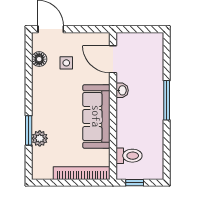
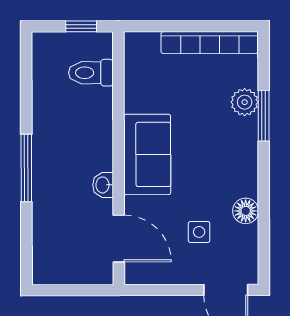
floor lamp: (39, 59) -> (246, 211), moved
sofa: (96, 116) -> (147, 154), width x0.73
bookcase: (82, 173) -> (210, 42), moved

